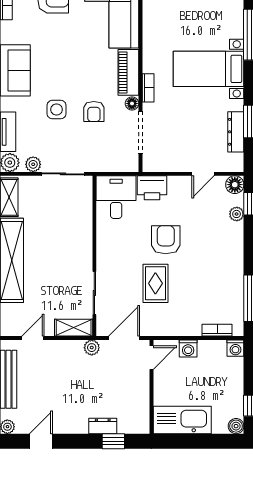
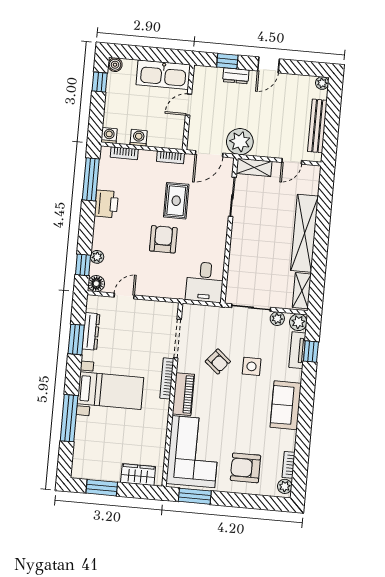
bookcase: (148, 88) -> (167, 378), width x1.56
floor lamp: (132, 103) -> (183, 366), removed
armchair: (94, 112) -> (218, 362), turned 130
printer: (152, 188) -> (106, 204), moved, turned 90
armchair: (166, 240) -> (163, 239), turned 180
bookcase: (166, 330) -> (170, 157), added
plant: (92, 348) -> (240, 142), width x1.88, depth x1.88
washing machine: (188, 348) -> (139, 138), moved
door: (152, 358) -> (189, 105), moved
door: (41, 441) -> (269, 65), moved

